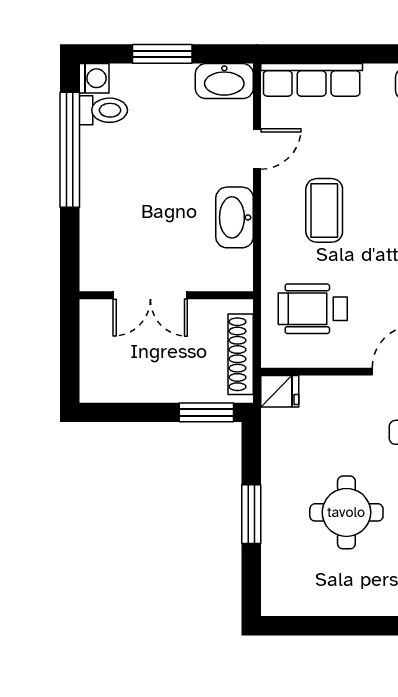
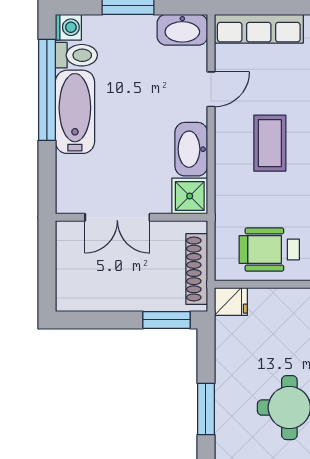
bathtub: (102, 175) -> (75, 112), added
shower: (233, 271) -> (190, 196), added
wheelchair: (313, 309) -> (269, 249), moved

